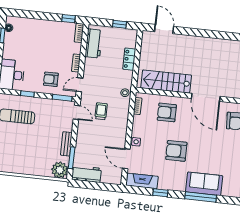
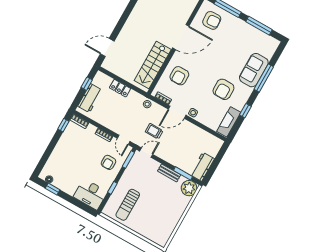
workbench: (94, 43) -> (90, 98), moved, turned 90
armchair: (176, 151) -> (223, 89), moved
door: (126, 159) -> (177, 112), moved

